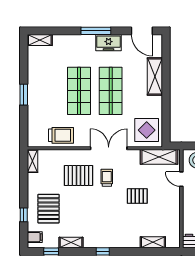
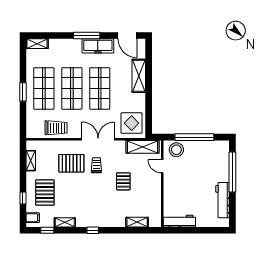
freezer: (108, 43) -> (98, 46), width x1.40
shop shelf: (47, 91) -> (44, 88), added
shelving: (32, 161) -> (31, 161), moved
pallet: (137, 196) -> (123, 181), turned 90

